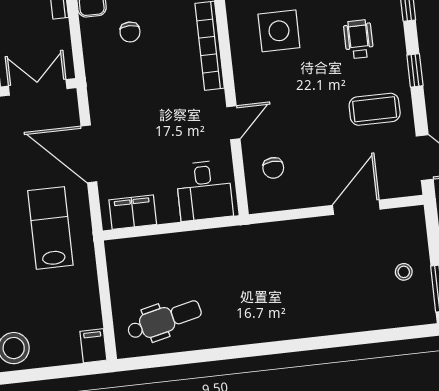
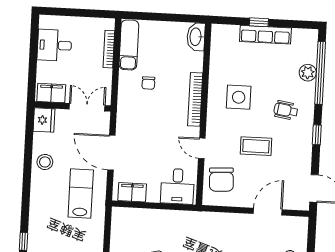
wheelchair: (359, 39) -> (286, 110), turned -81
coffee table: (375, 109) -> (256, 146), moved
door: (233, 123) -> (202, 148), swing flipped
chair: (273, 168) -> (221, 180), width x1.87, depth x1.87

